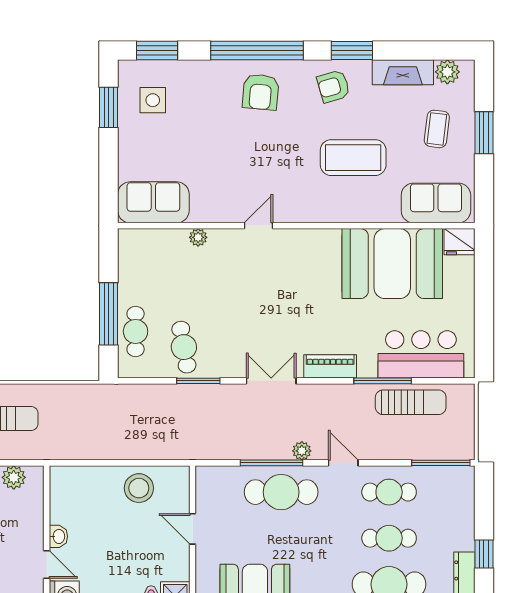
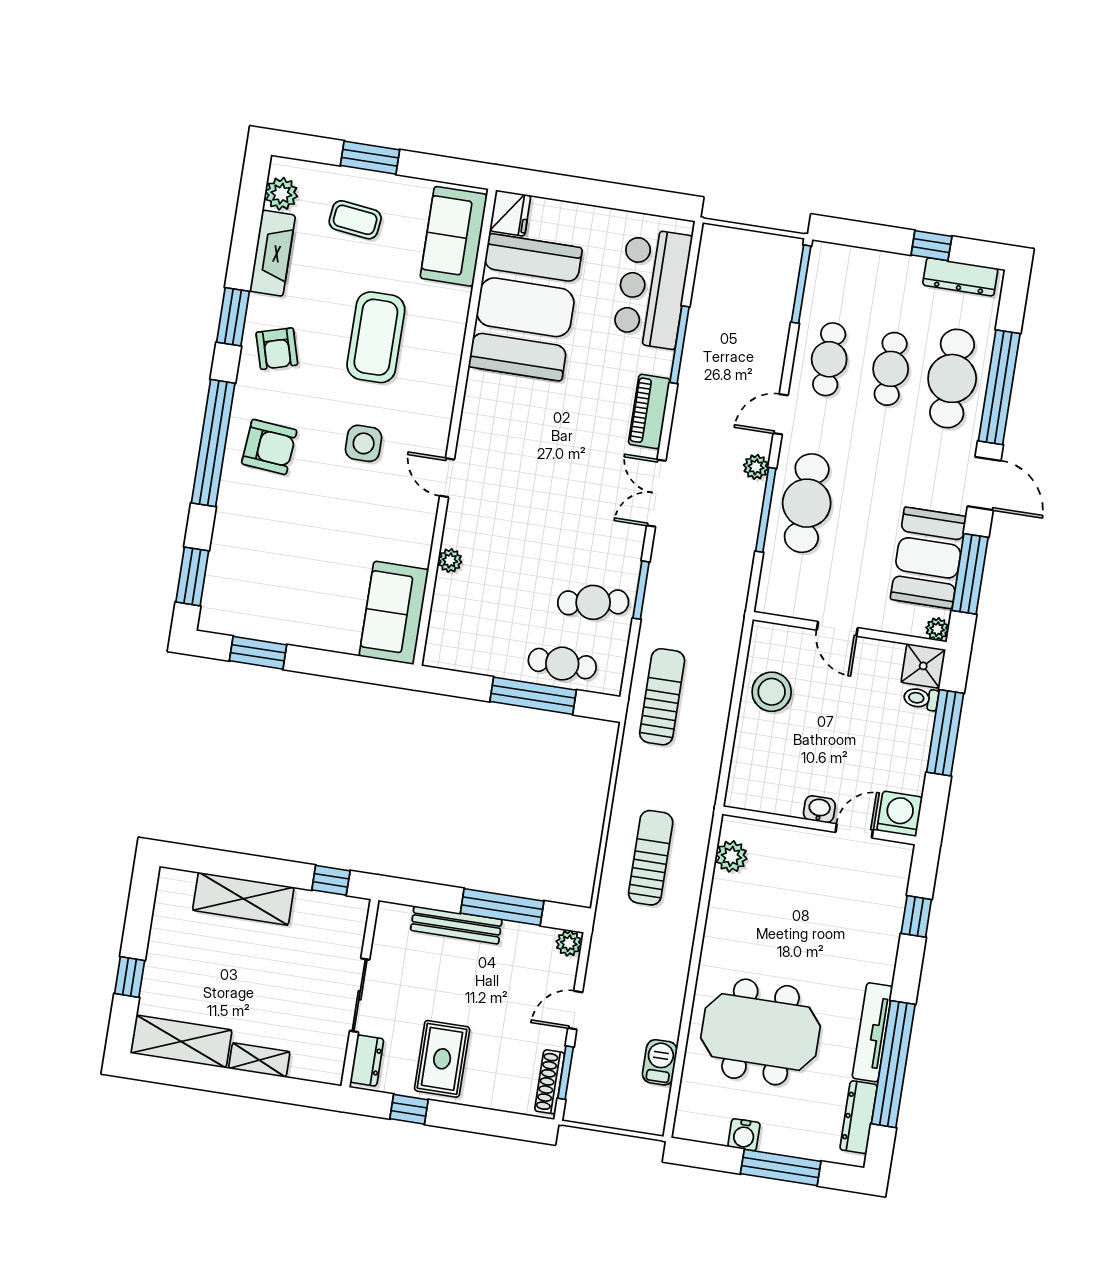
side table: (153, 100) -> (364, 443), moved
sun lounger: (411, 402) -> (662, 697), moved
door: (193, 529) -> (837, 629), hinge flipped

